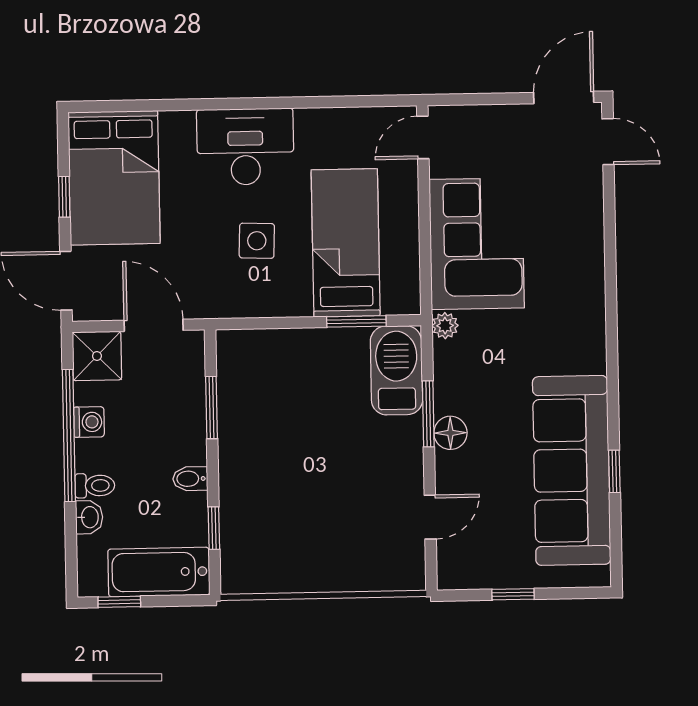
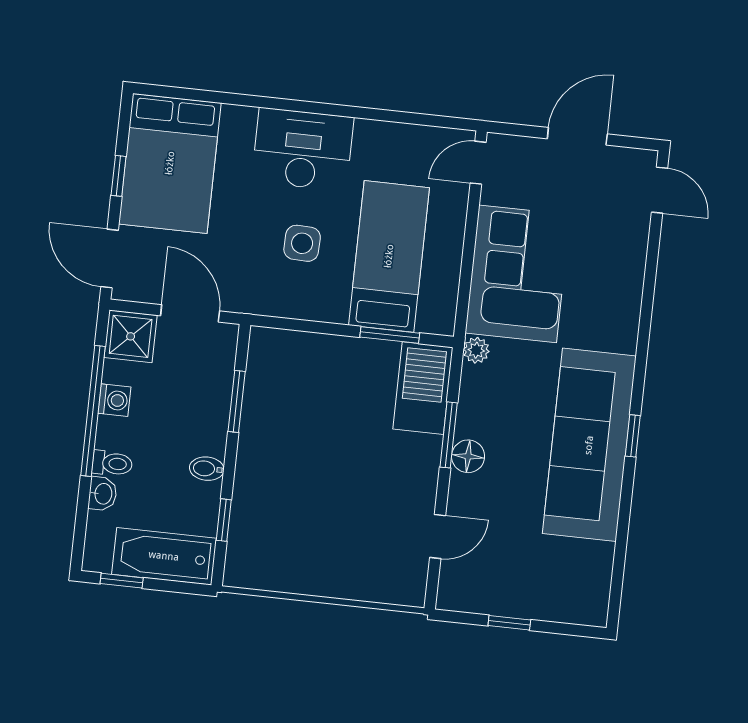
door: (564, 97) -> (577, 136), moved
sofa: (572, 470) -> (589, 445), moved
window: (614, 471) -> (633, 436), moved

